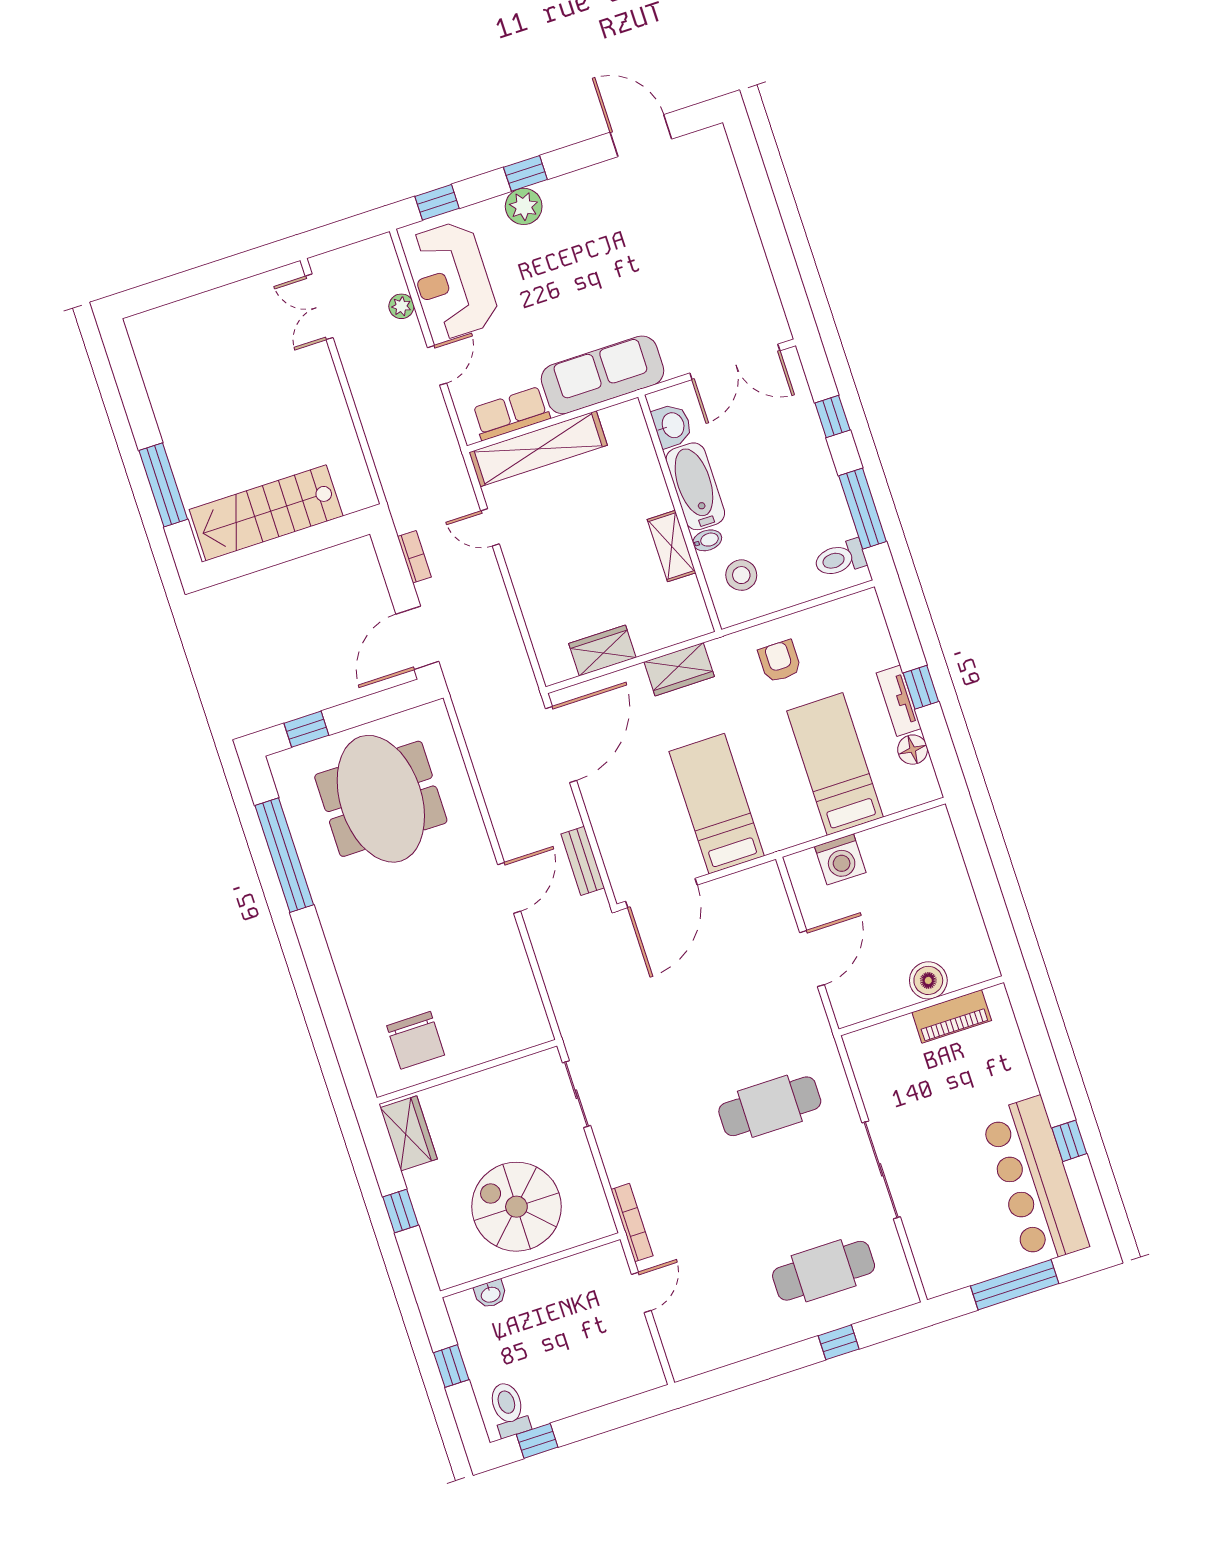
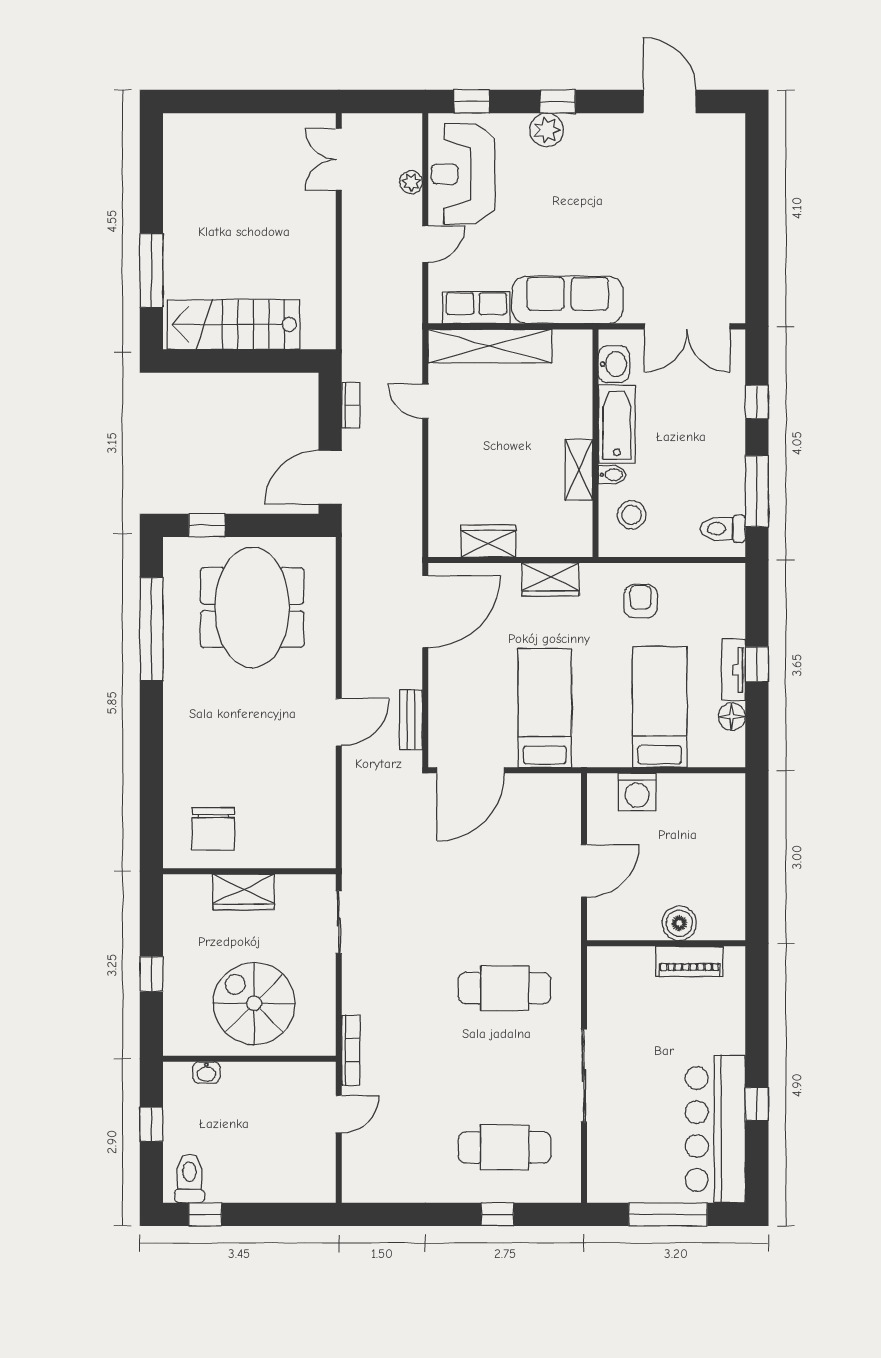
wardrobe: (409, 1133) -> (244, 892), moved, turned 90

